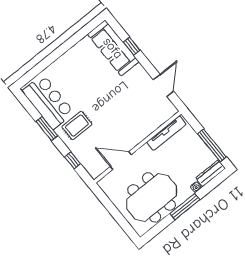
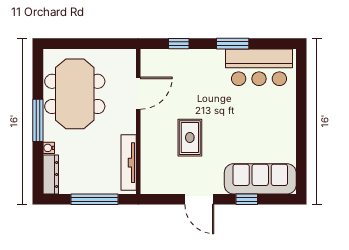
door: (163, 85) -> (199, 199), moved
rug: (77, 126) -> (190, 138), moved
window: (212, 145) -> (95, 199), moved

